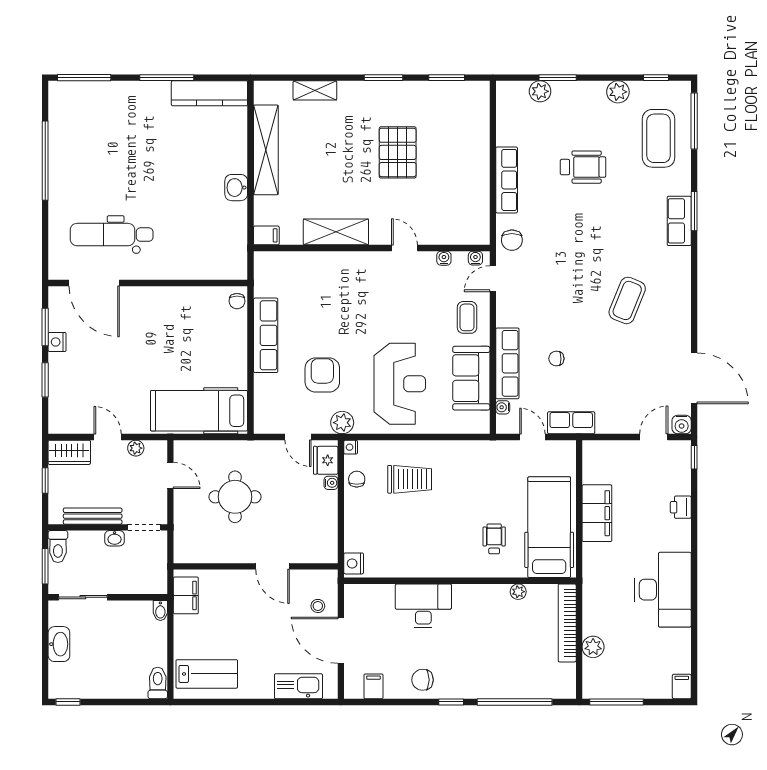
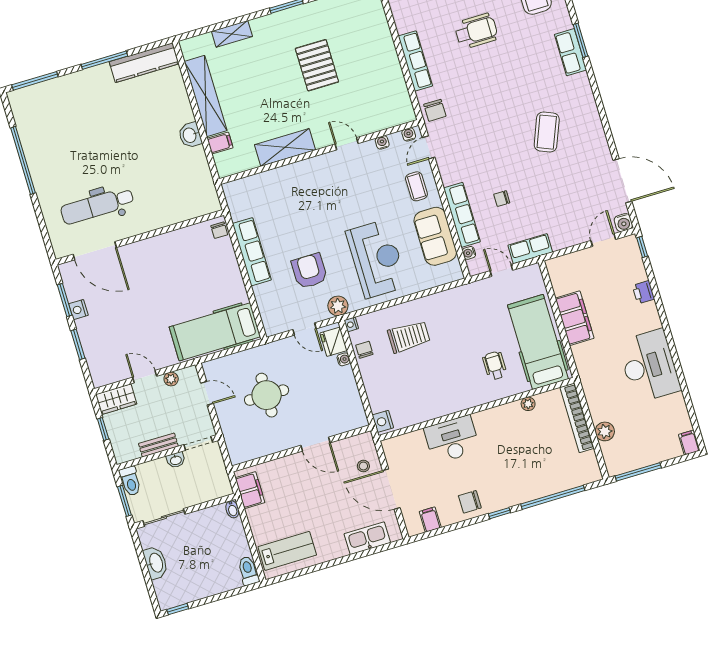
filing cabinet: (266, 235) -> (220, 143), moved
bench: (93, 516) -> (158, 445), width x0.73

